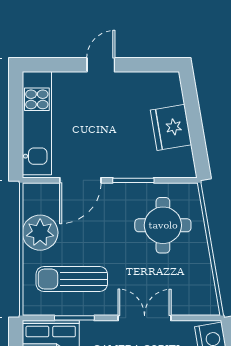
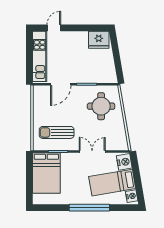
door: (101, 65) -> (54, 28), moved
fridge: (171, 127) -> (99, 40), moved, turned -80
plant: (40, 233) -> (41, 110), removed

